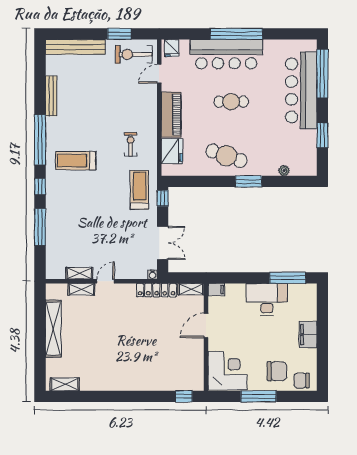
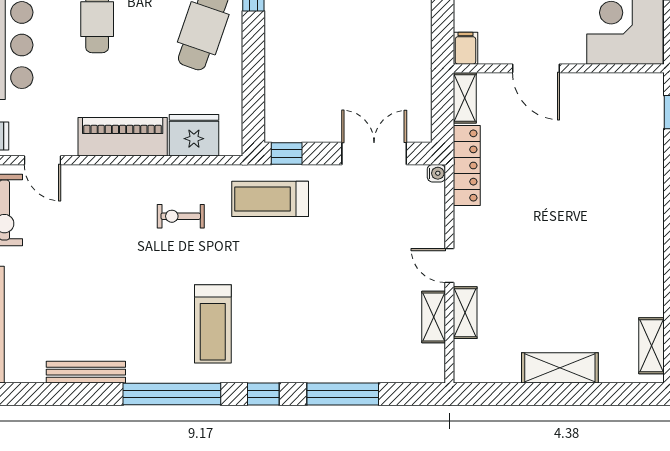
shelving: (53, 329) -> (560, 368), width x0.68

